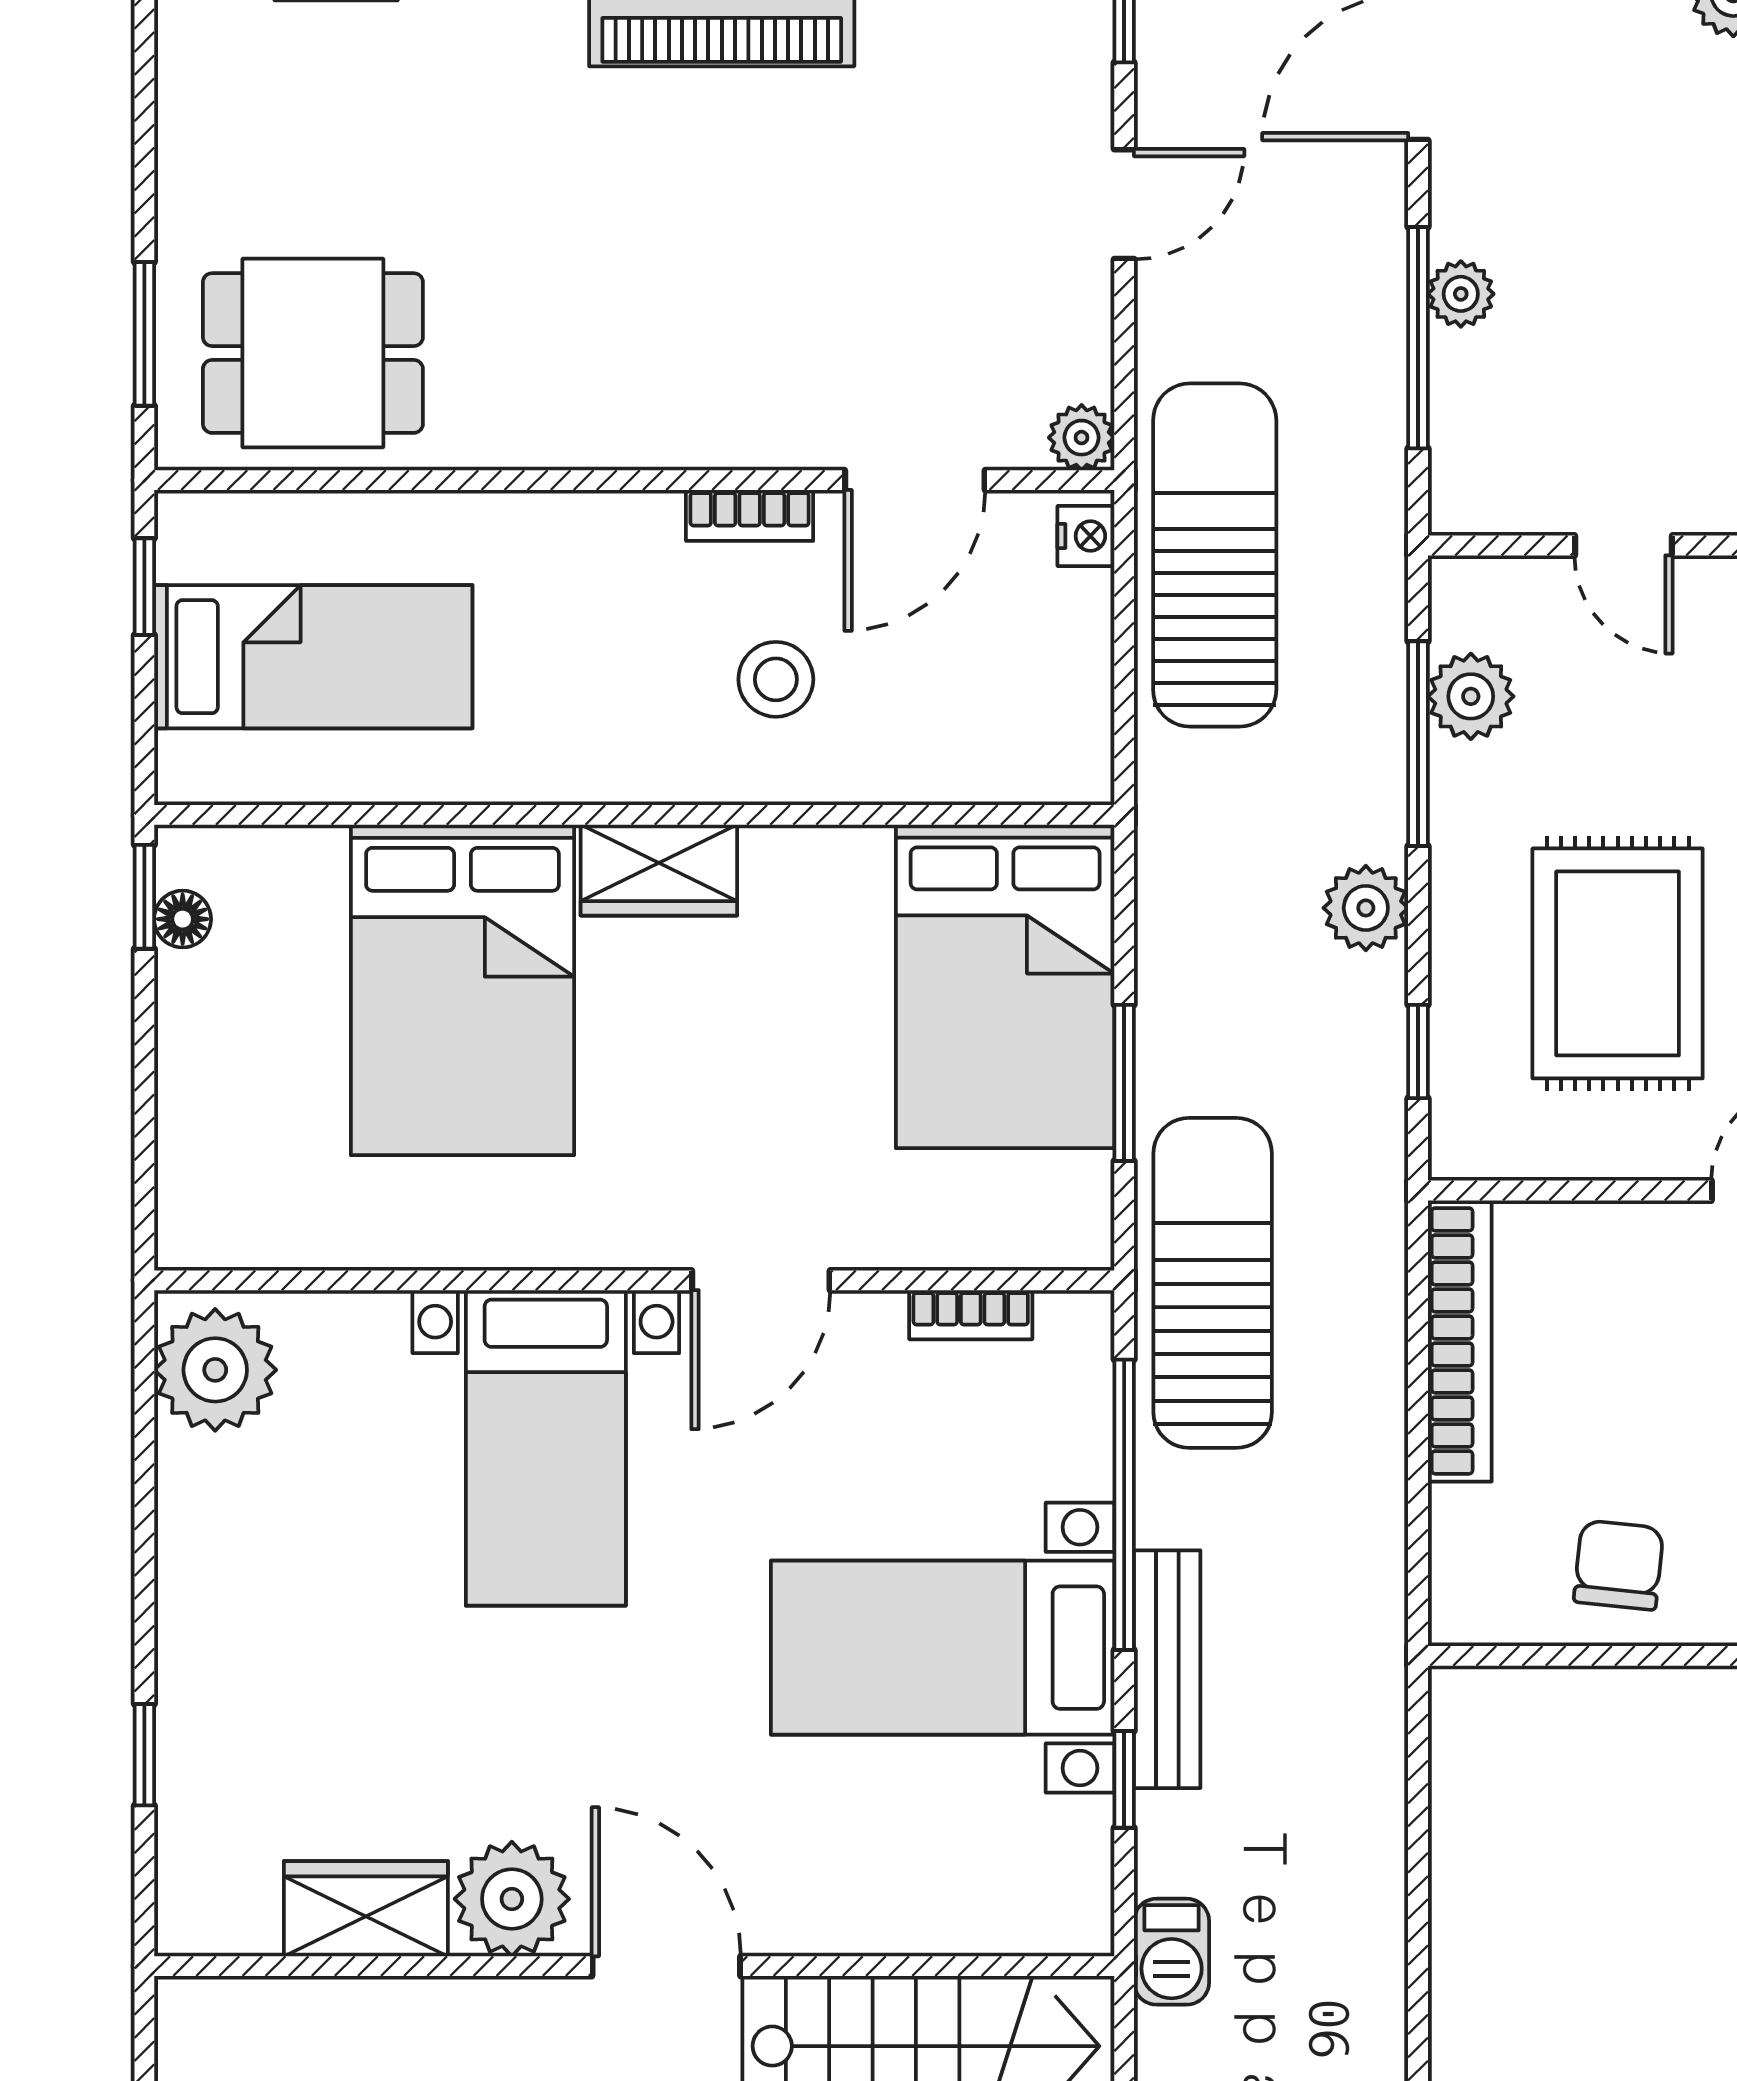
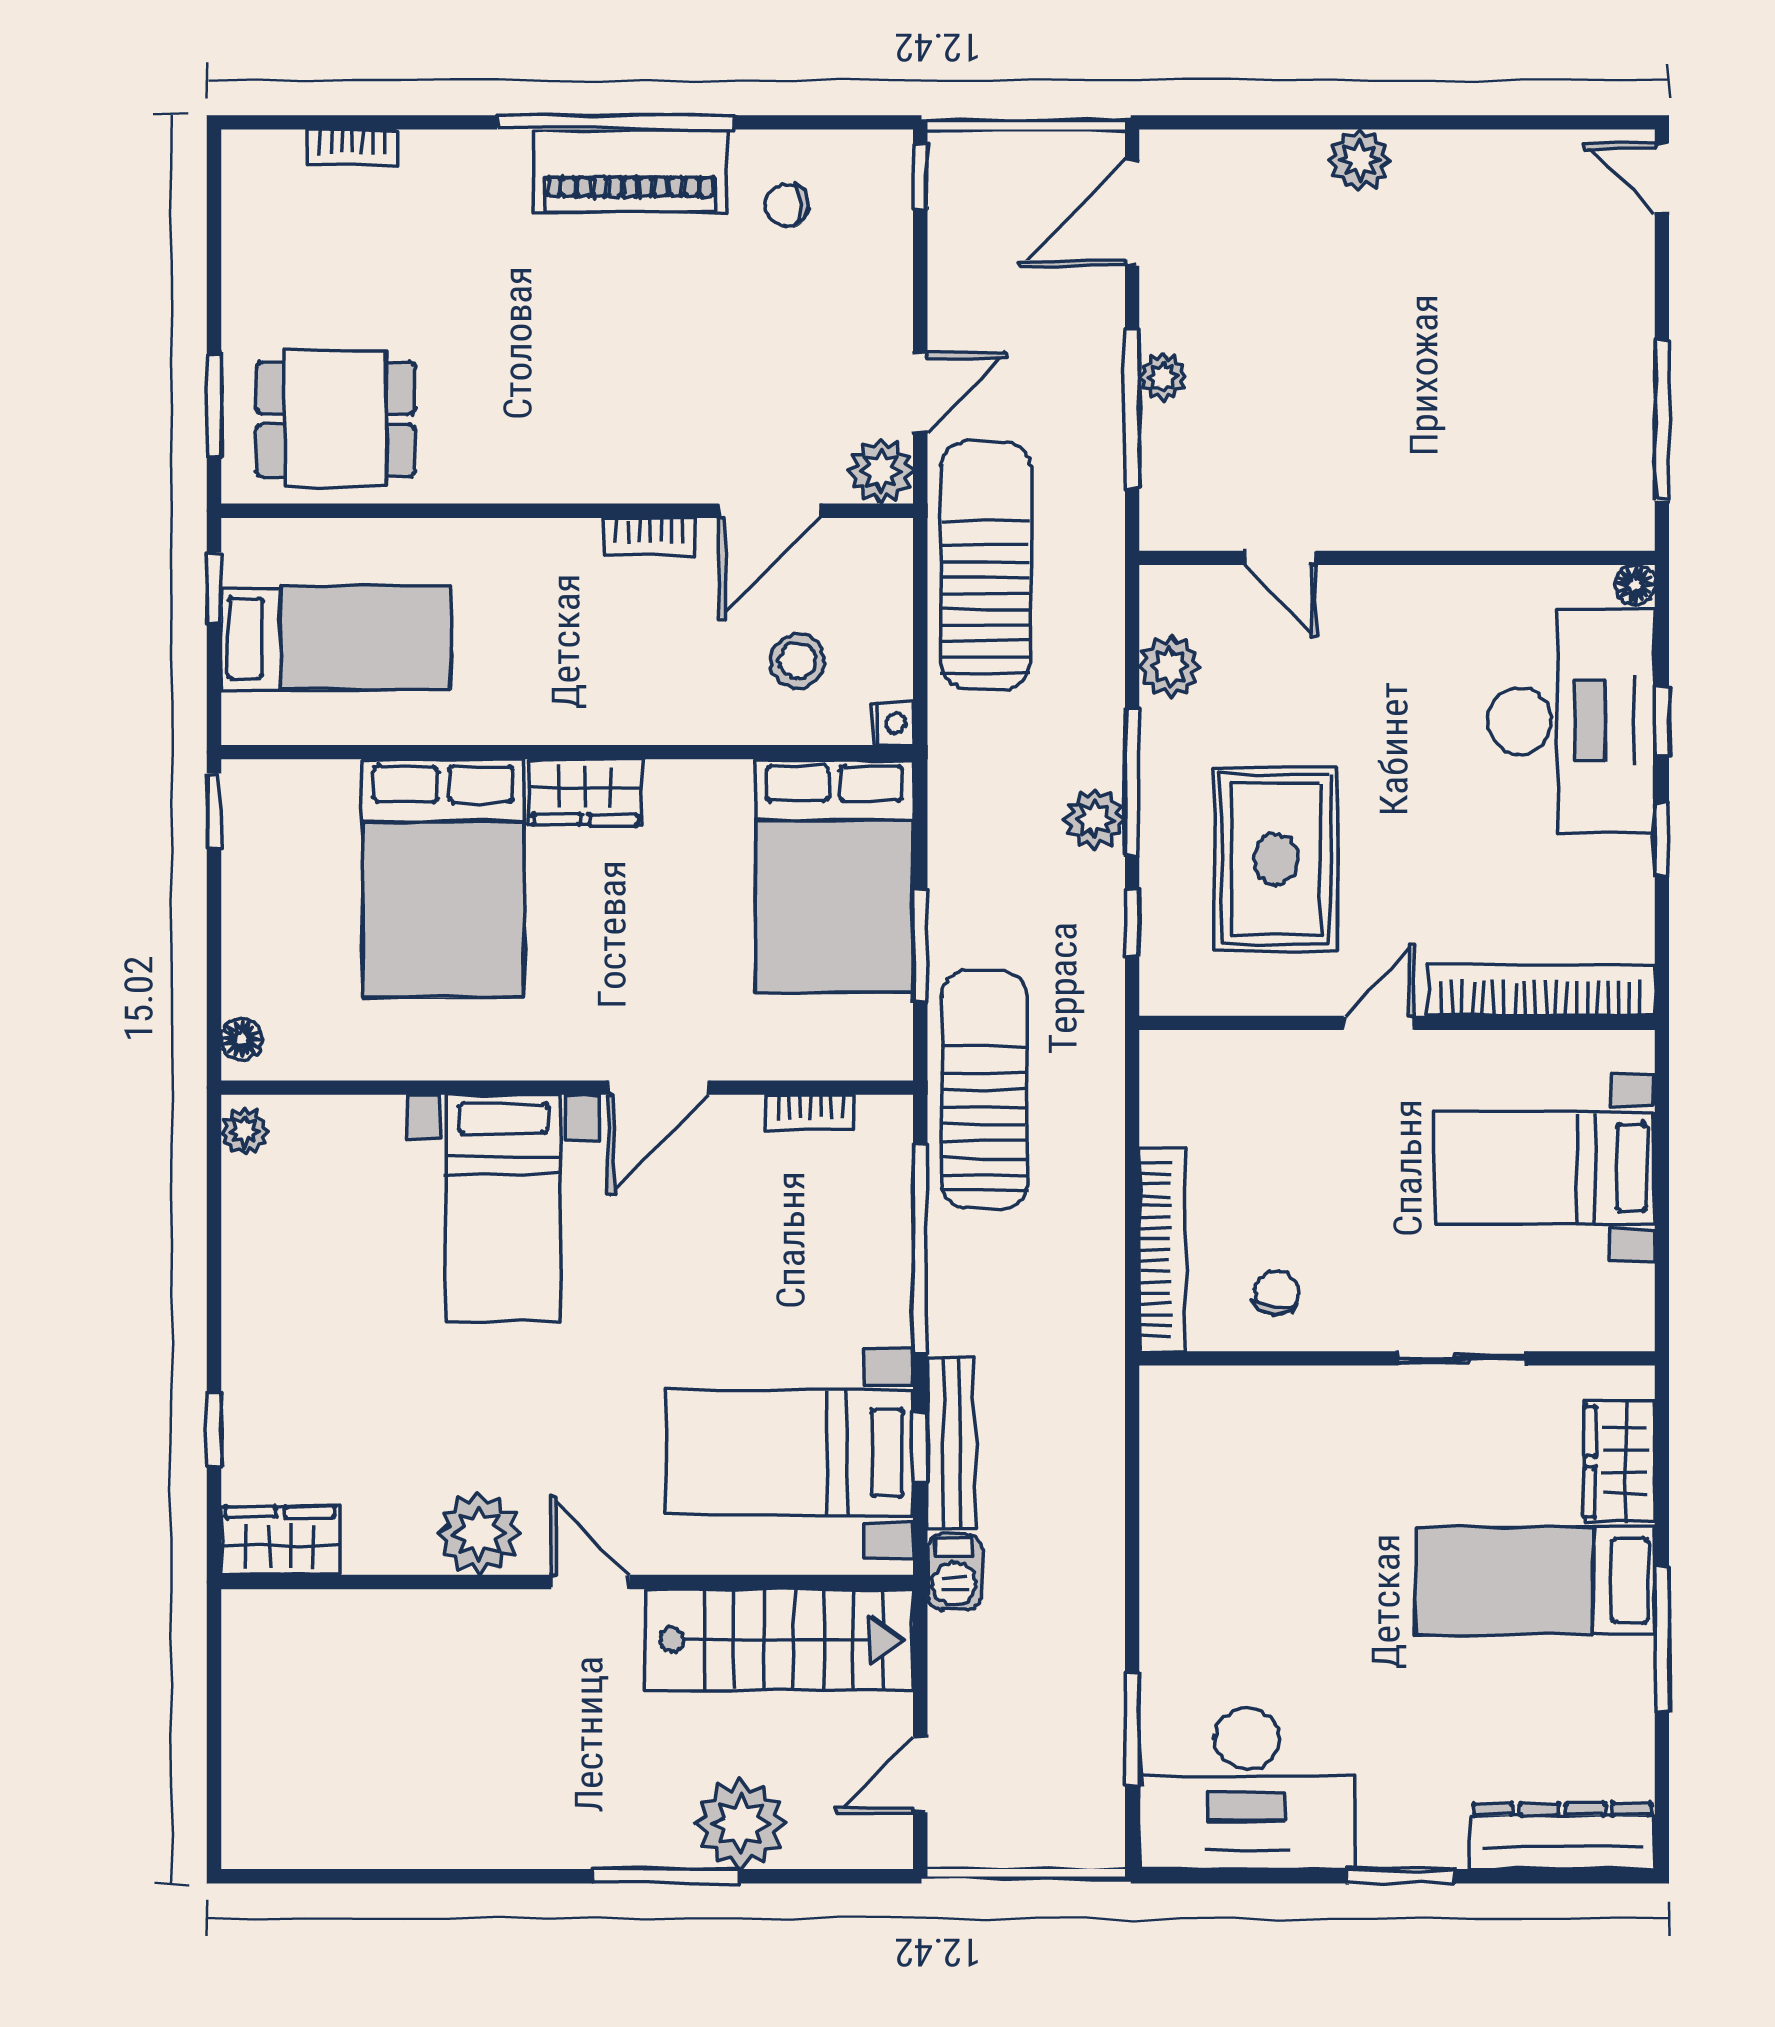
chair: (939, 57) -> (787, 206), added
door: (1124, 204) -> (920, 393), moved
plant: (1082, 438) -> (881, 471), width x1.38, depth x1.38
nightstand: (1086, 536) -> (893, 723), moved
stool: (776, 679) -> (797, 661), moved
window: (1418, 744) -> (1132, 782), moved
floor lamp: (183, 919) -> (242, 1039), moved
bookcase: (1460, 1341) -> (1162, 1250), moved
plant: (215, 1370) -> (245, 1132), width x0.53, depth x0.53
chair: (1619, 1565) -> (1277, 1293), width x0.73, depth x0.73
bed with nightstands: (943, 1648) -> (789, 1453), moved
bench: (1167, 1669) -> (951, 1443), moved
wardrobe: (366, 1909) -> (280, 1541), moved
door: (666, 1966) -> (590, 1582), width x0.73

